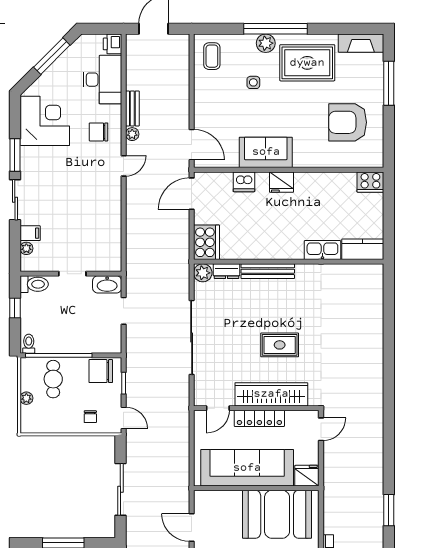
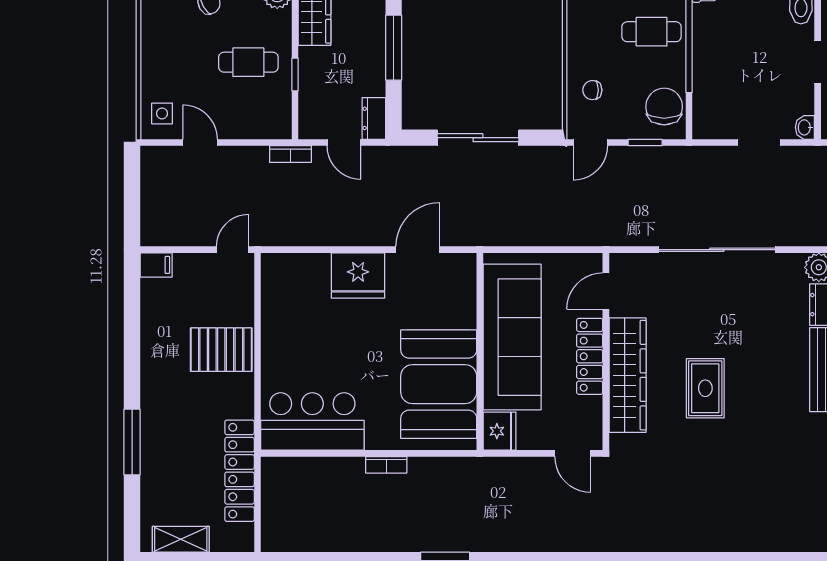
washbasin: (107, 284) -> (805, 127), width x0.52, depth x0.69
door: (218, 408) -> (606, 291), hinge flipped

